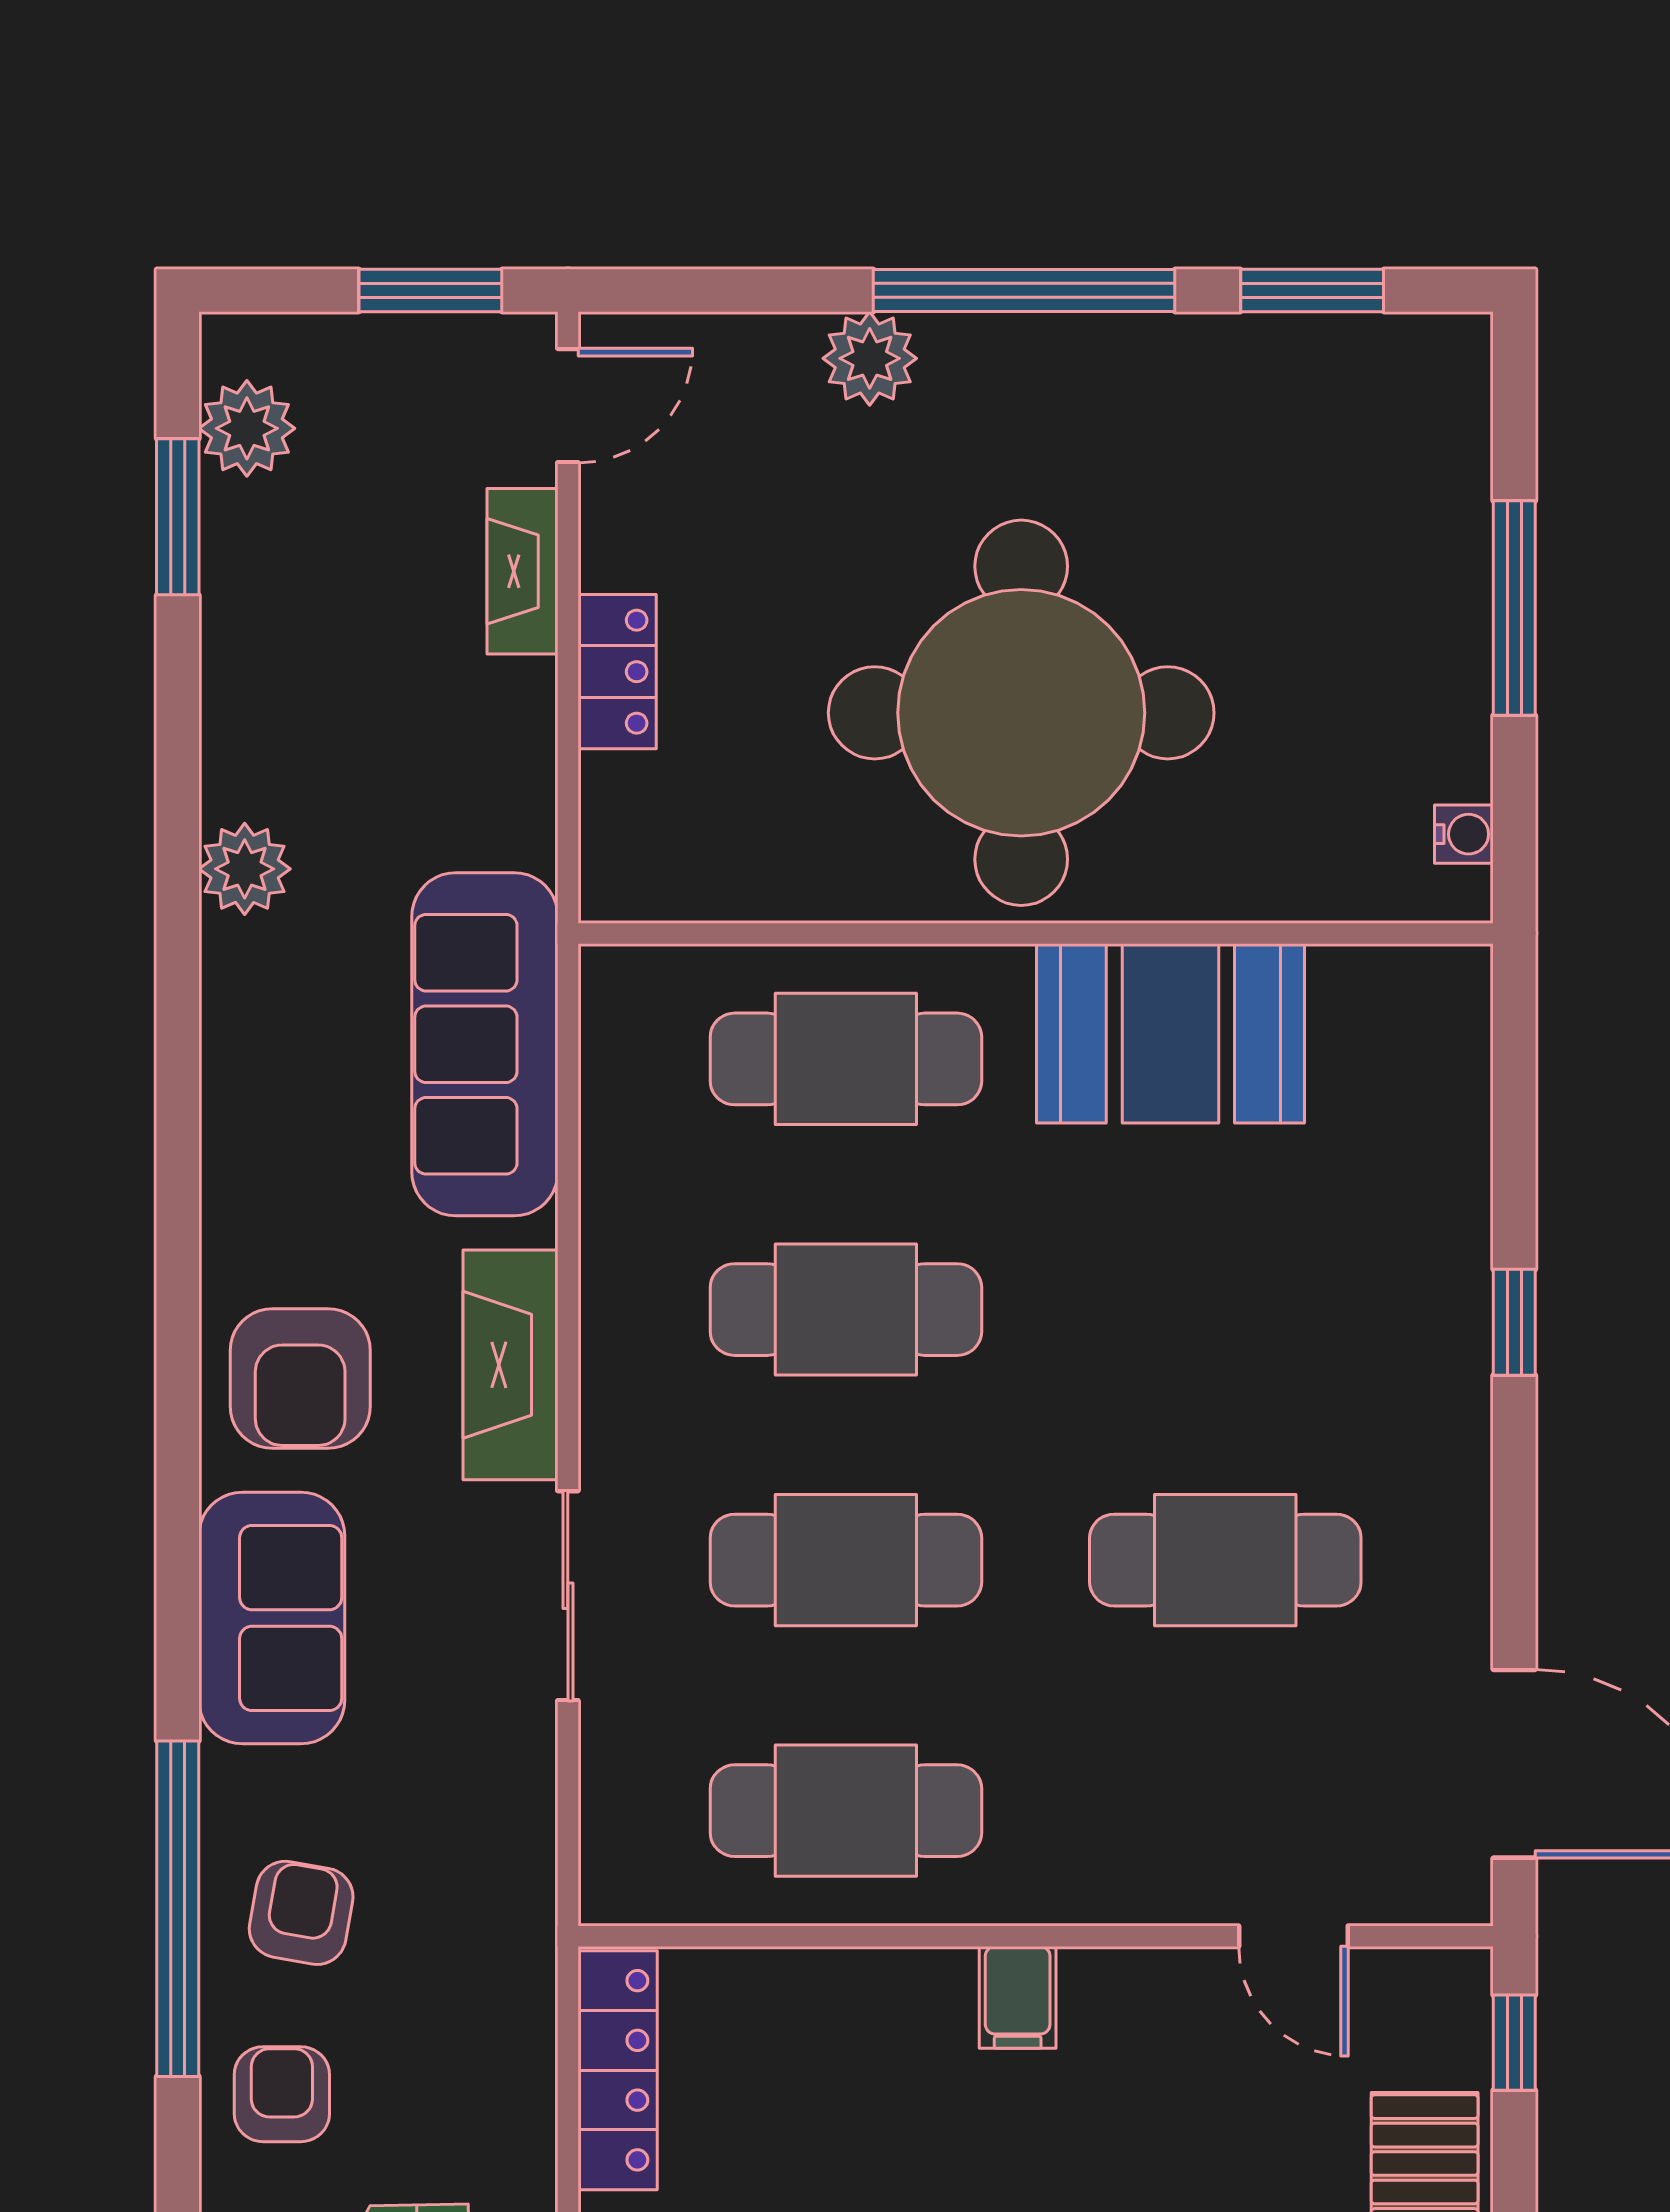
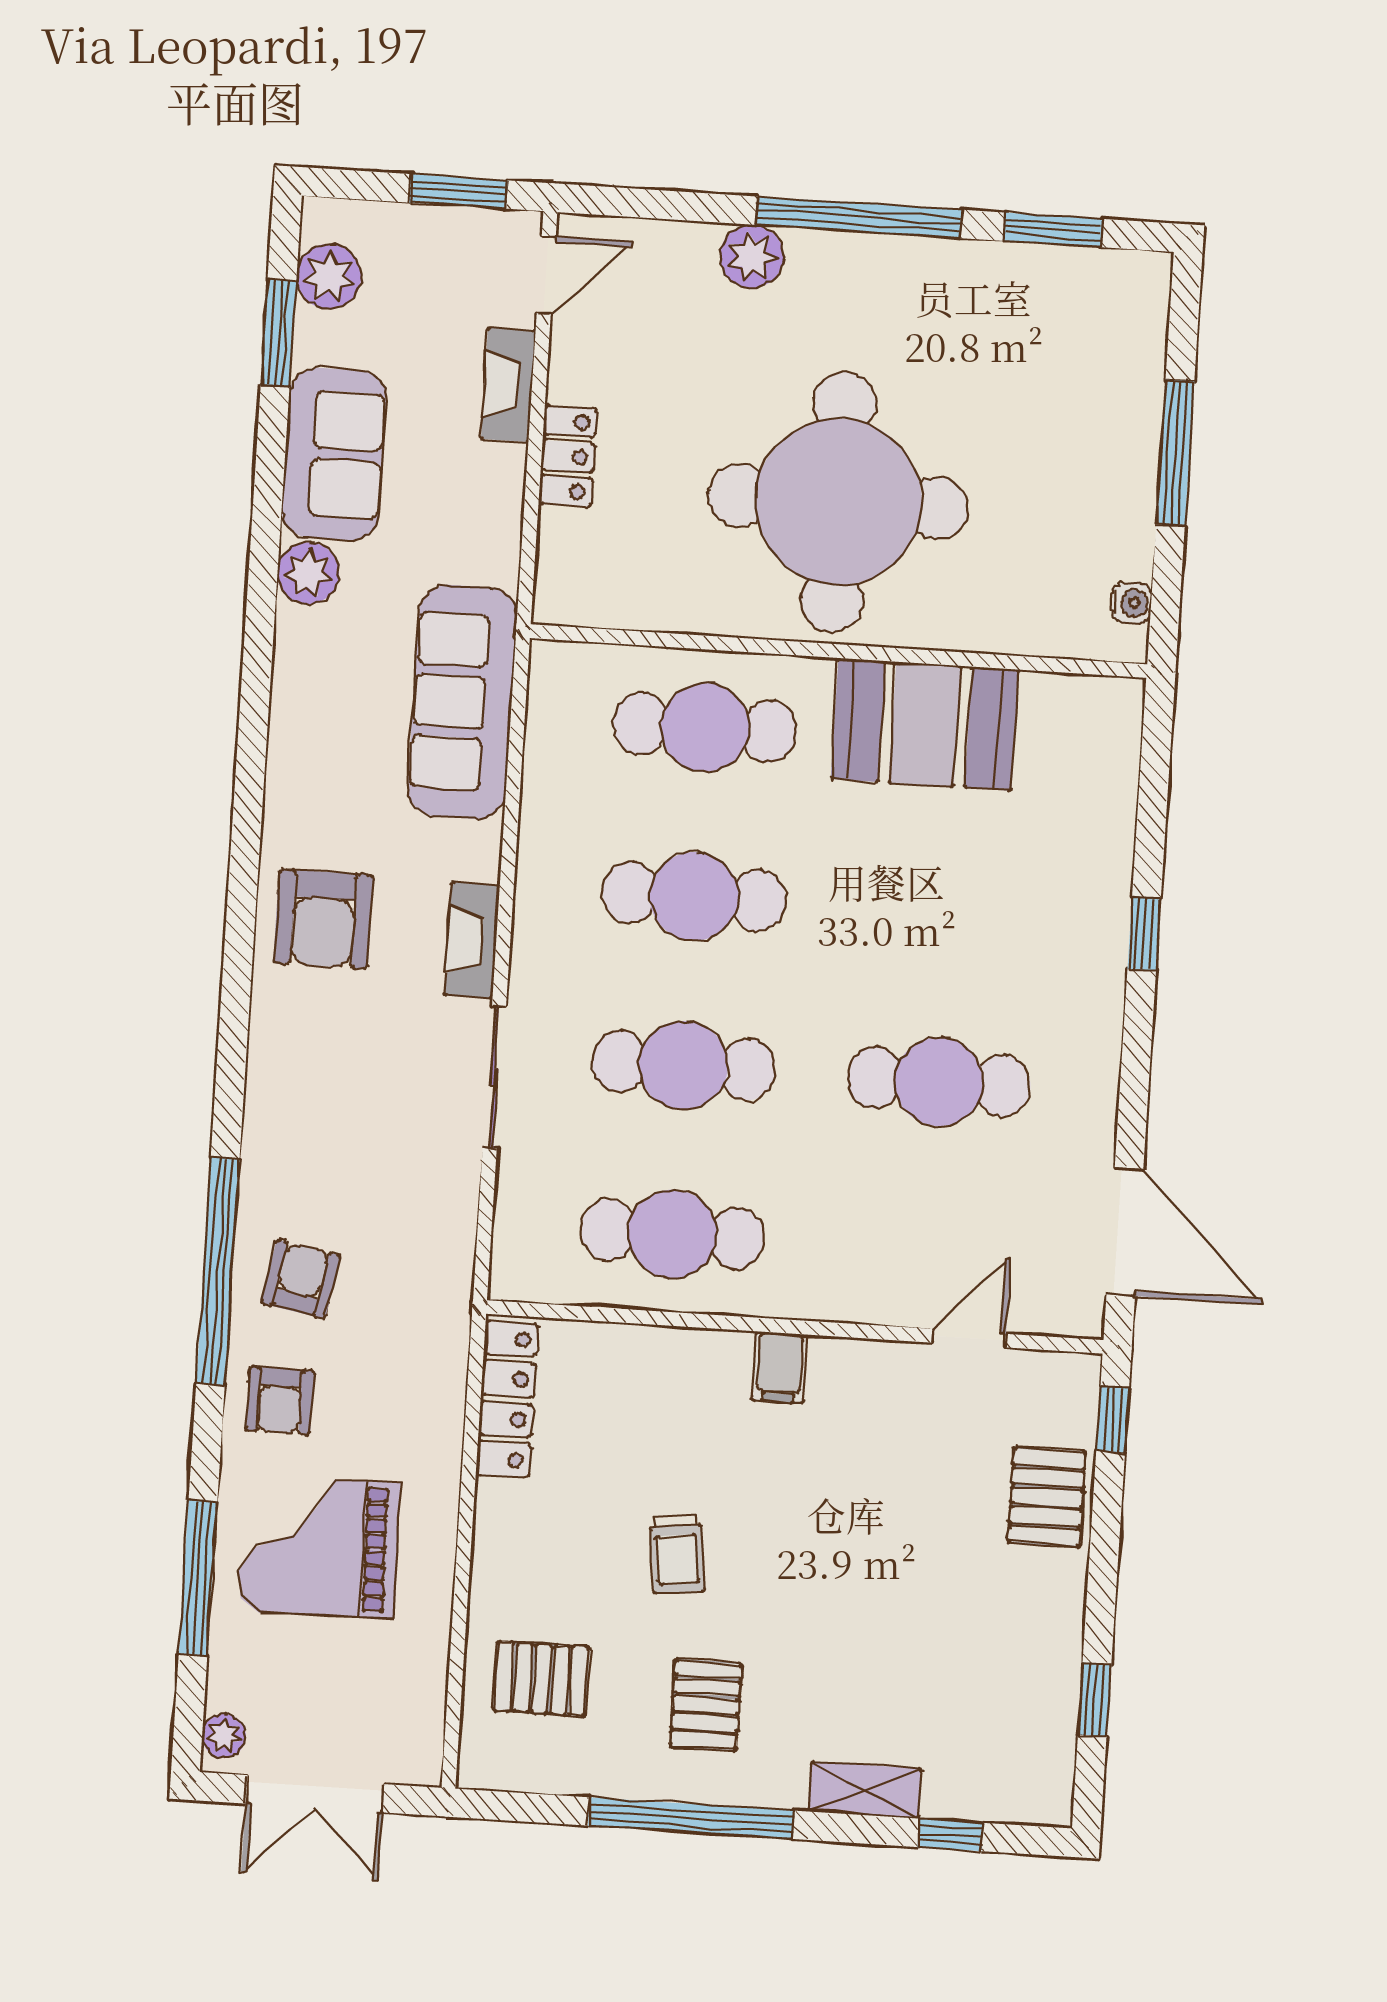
fireplace: (510, 1365) -> (472, 940), width x0.73, depth x0.76
sofa: (272, 1618) -> (334, 454), moved
door: (1293, 1936) -> (969, 1338), swing flipped
armchair: (282, 2094) -> (280, 1401), turned 180

